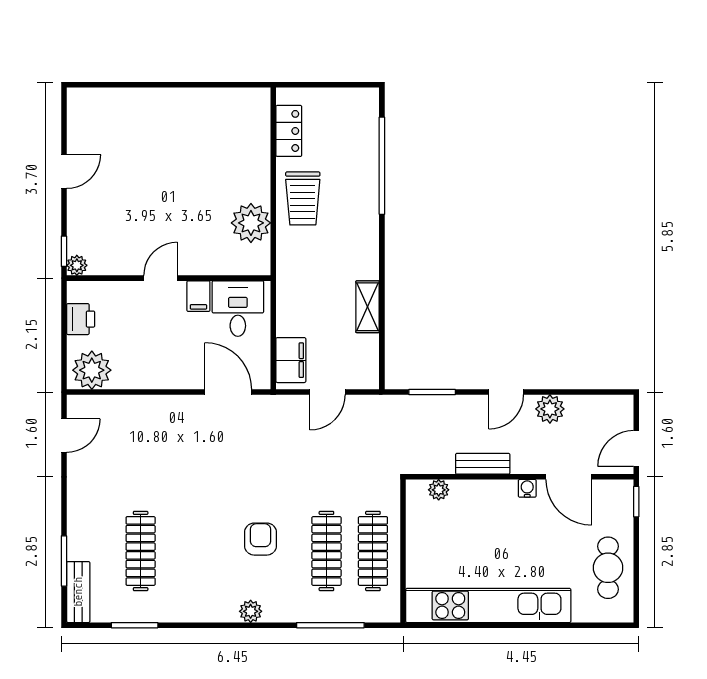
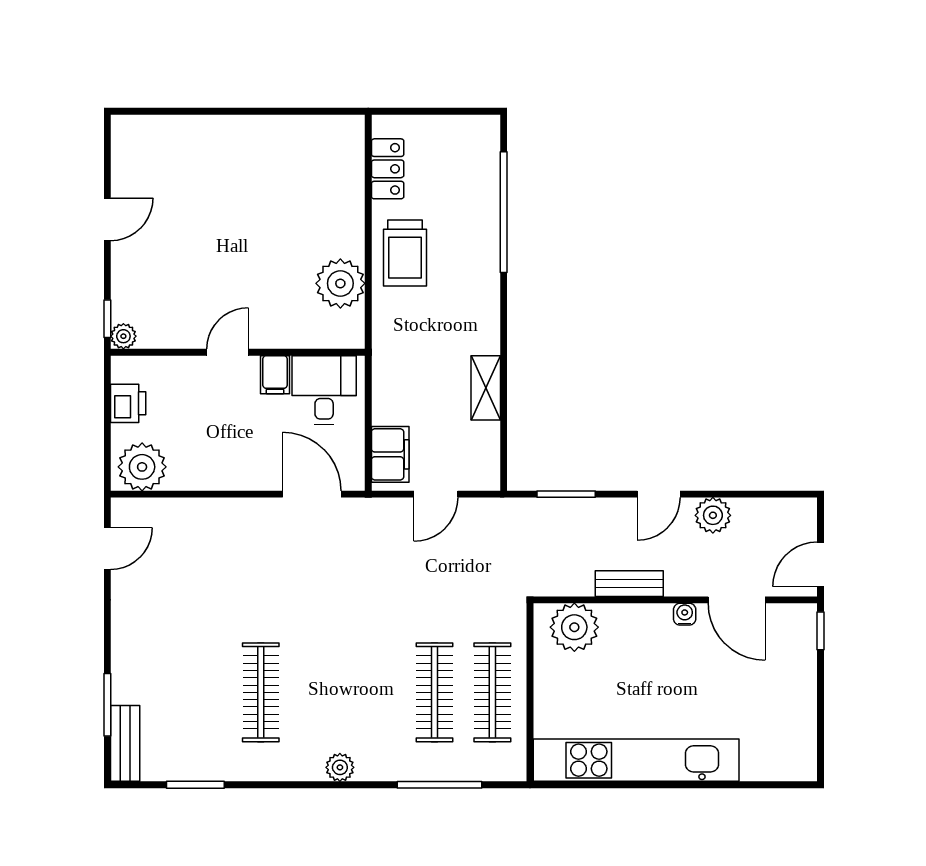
plant: (439, 490) -> (574, 627), width x1.88, depth x1.88
armchair: (260, 539) -> (352, 677), removed
clothes rail: (141, 551) -> (261, 692), moved
cafe table: (608, 568) -> (785, 713), removed

